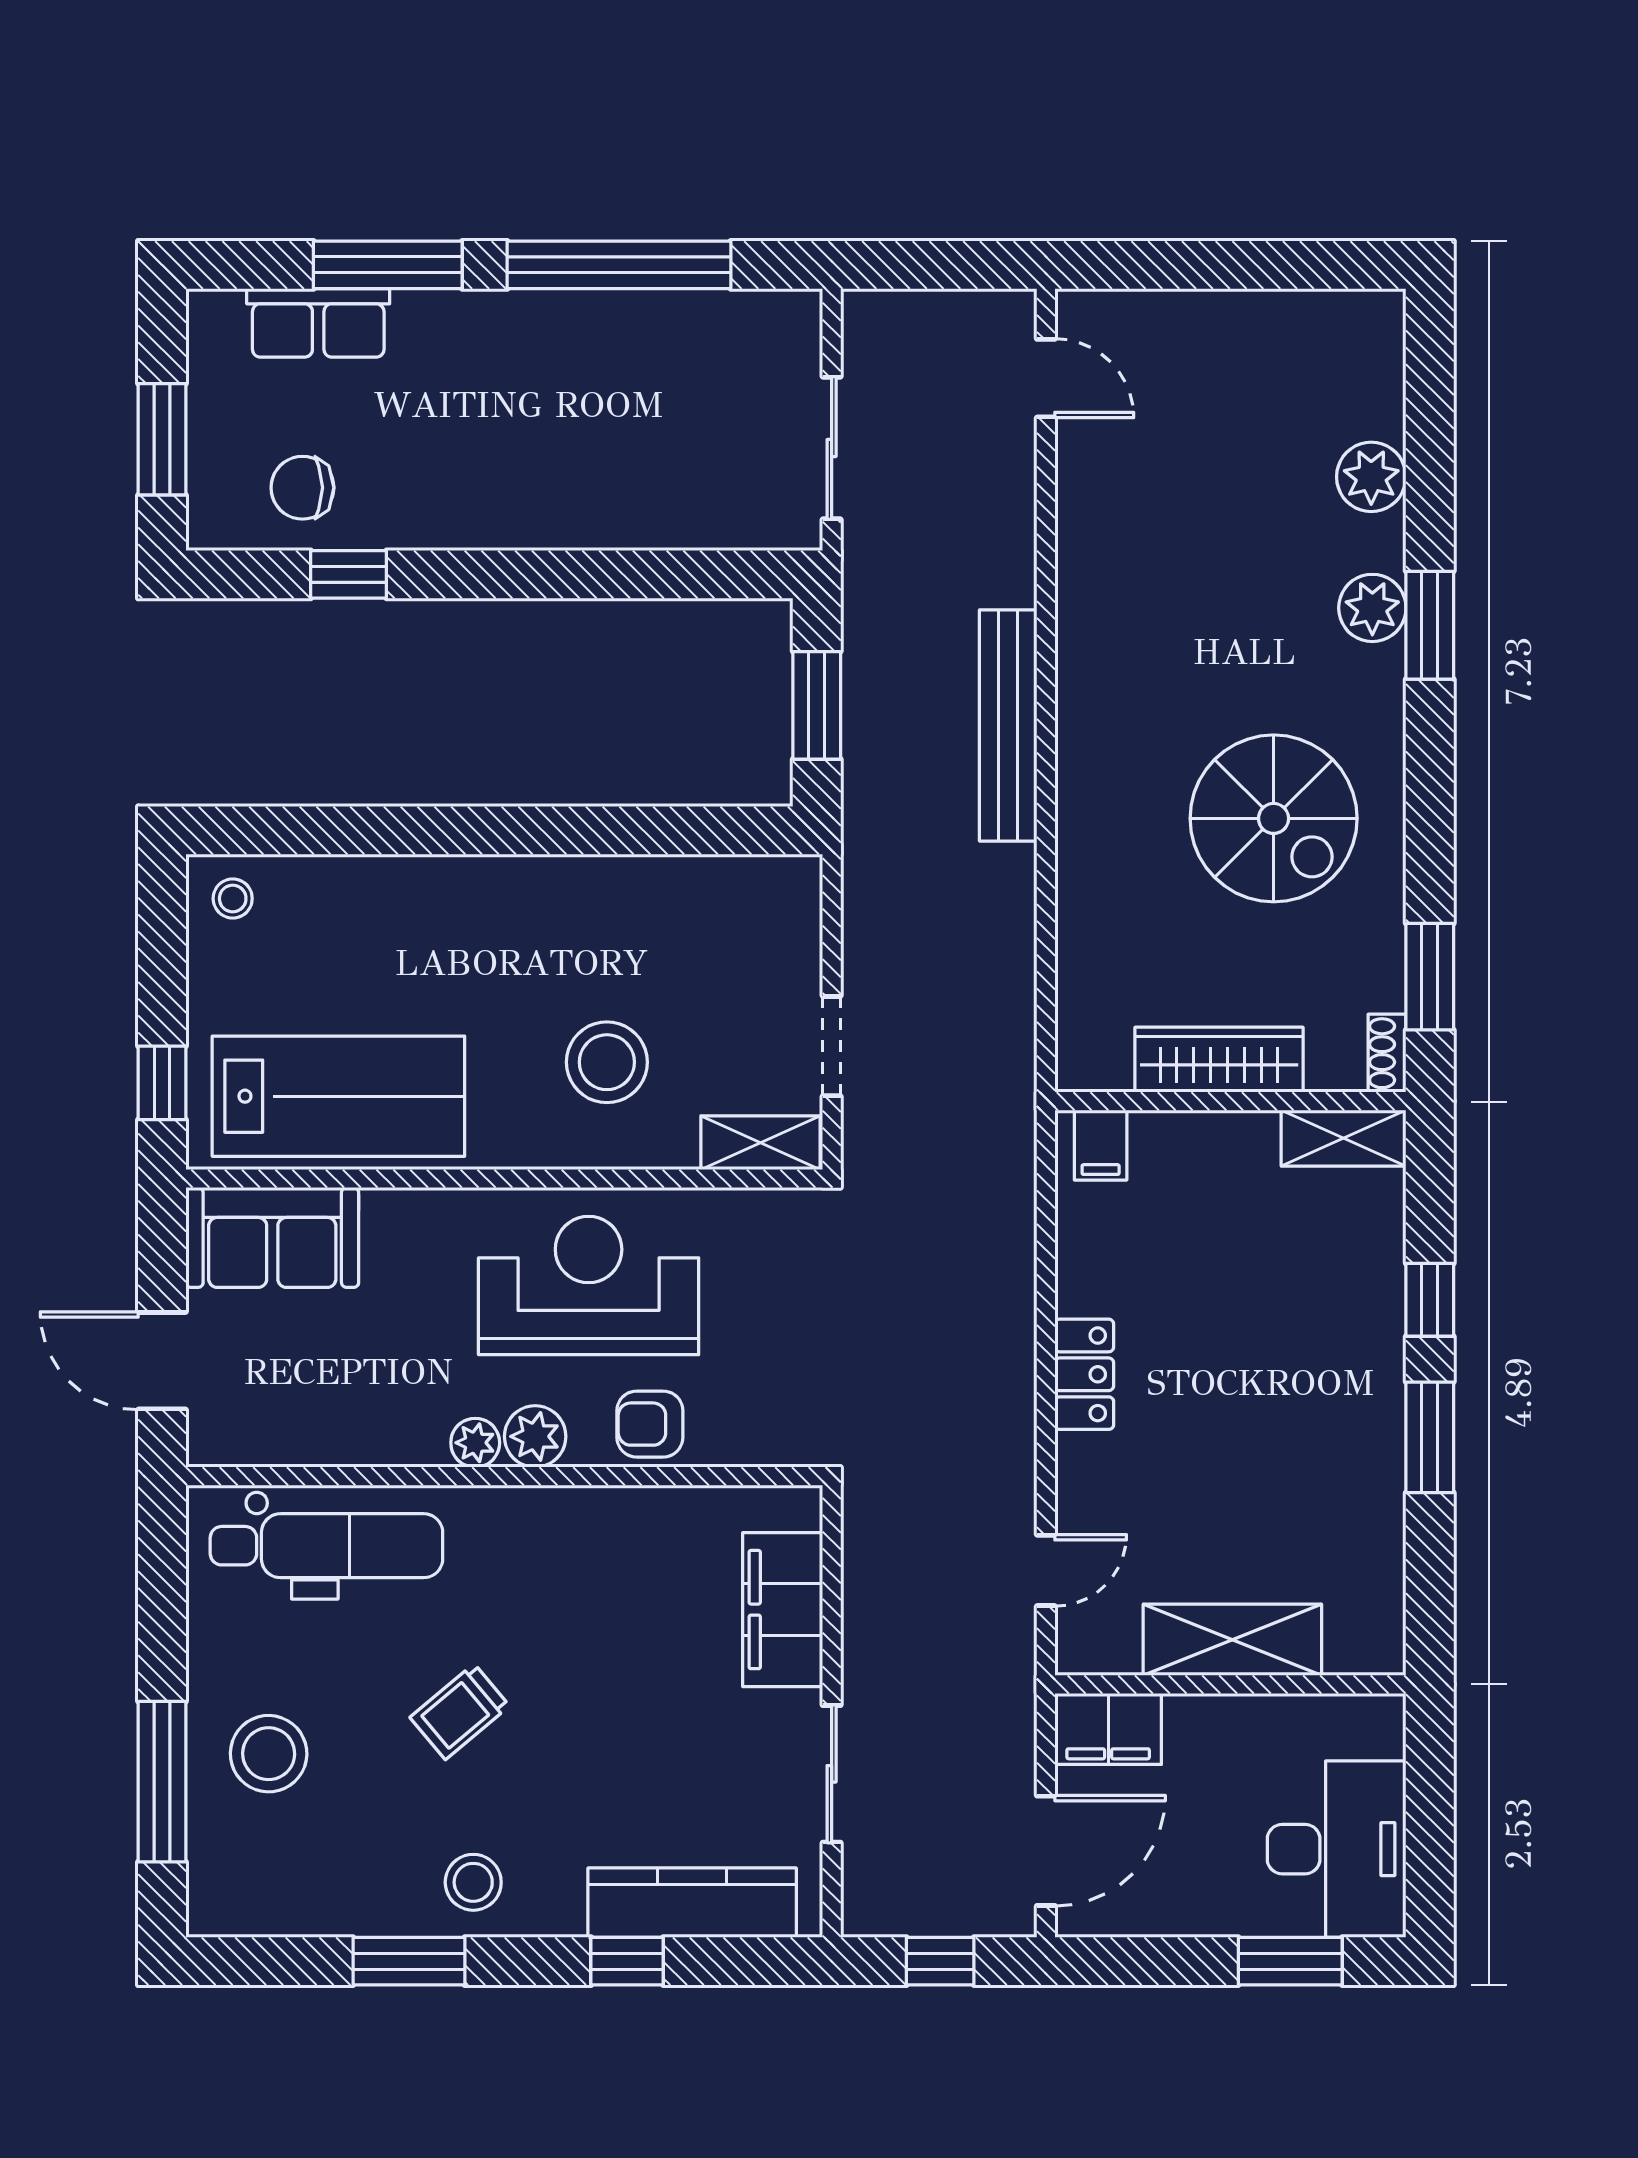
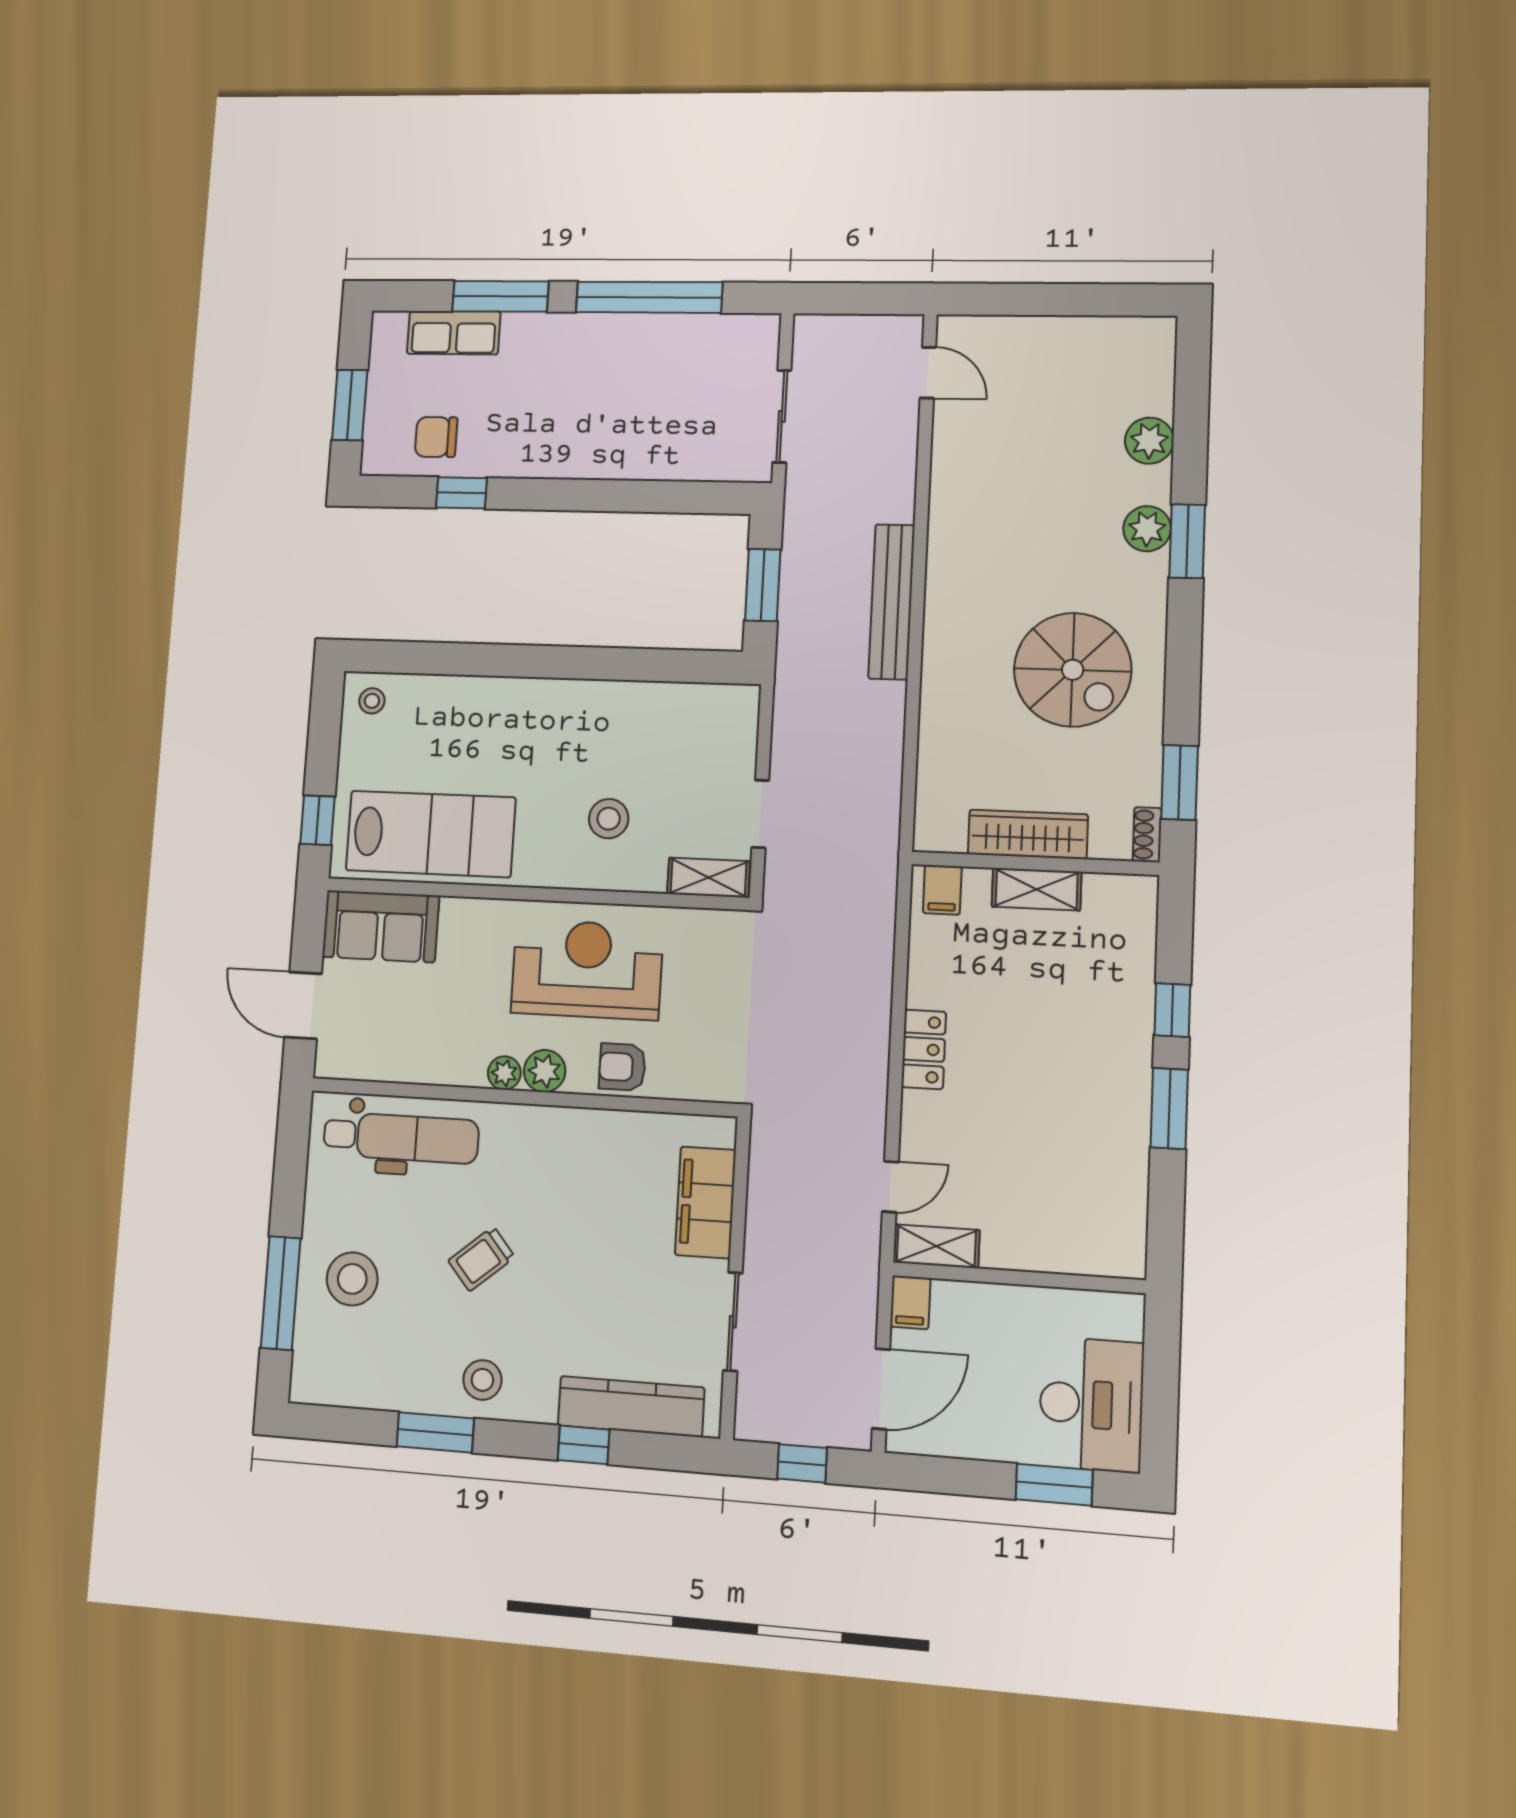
stool: (607, 1062) -> (609, 819), width x0.73, depth x0.73
shelving: (1344, 1138) -> (1037, 889), moved
shelving: (1232, 1640) -> (936, 1246), moved, width x0.67, depth x0.75
filing cabinet: (1108, 1729) -> (910, 1302), width x0.50

